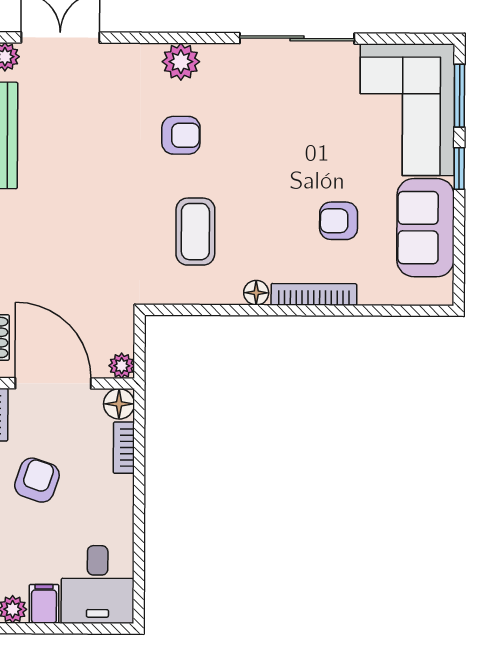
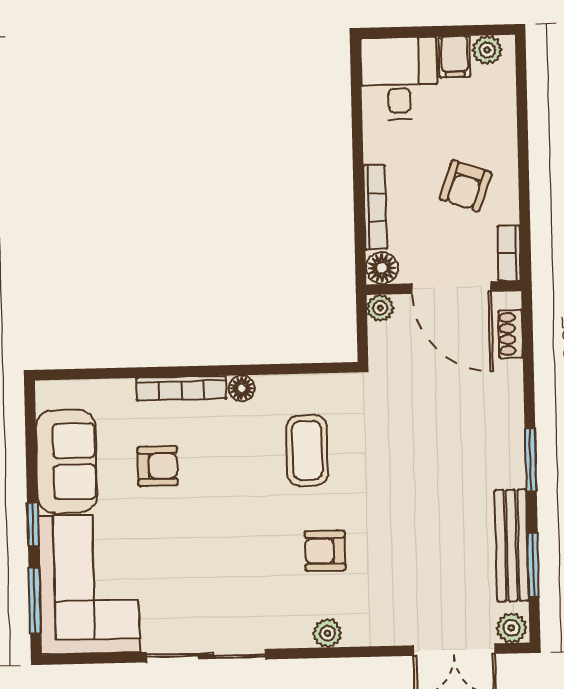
plant: (181, 62) -> (327, 633), width x0.73, depth x0.73
bookcase: (124, 448) -> (375, 207), width x1.56

